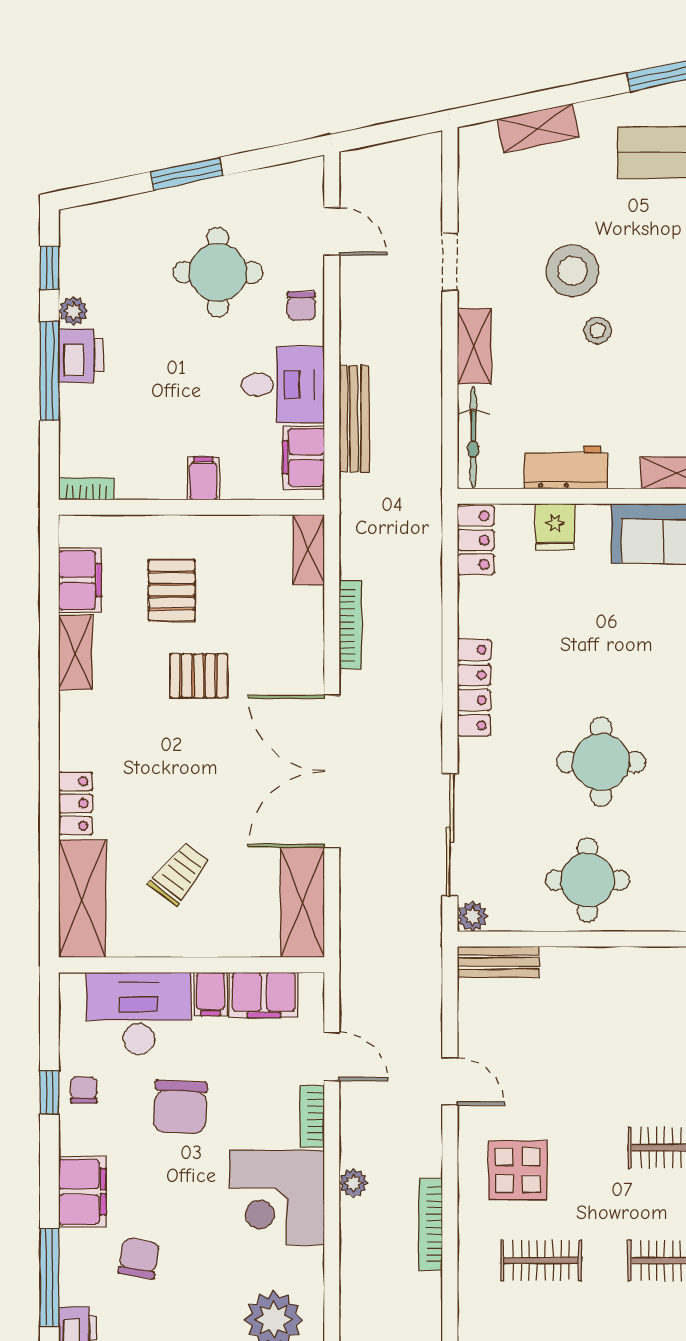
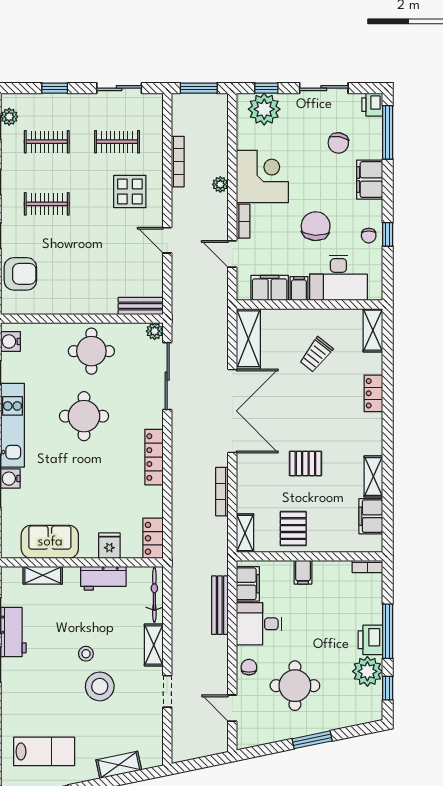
plant: (73, 311) -> (367, 671), width x1.87, depth x1.87
pallet: (172, 590) -> (293, 529), moved
shelving: (82, 899) -> (373, 330), width x0.67, depth x0.75

